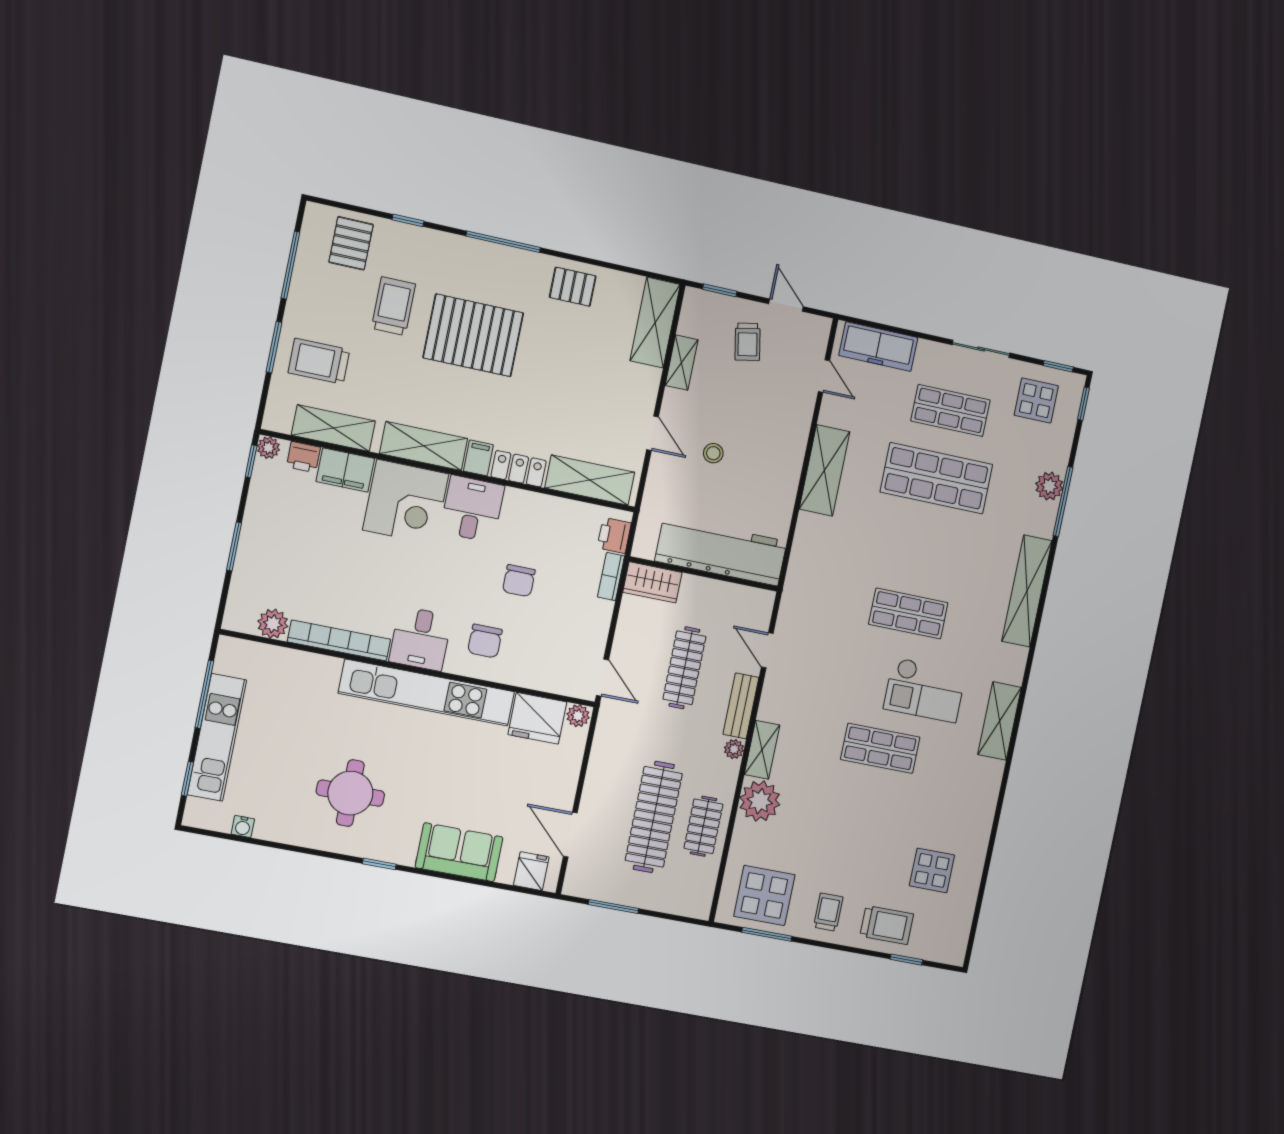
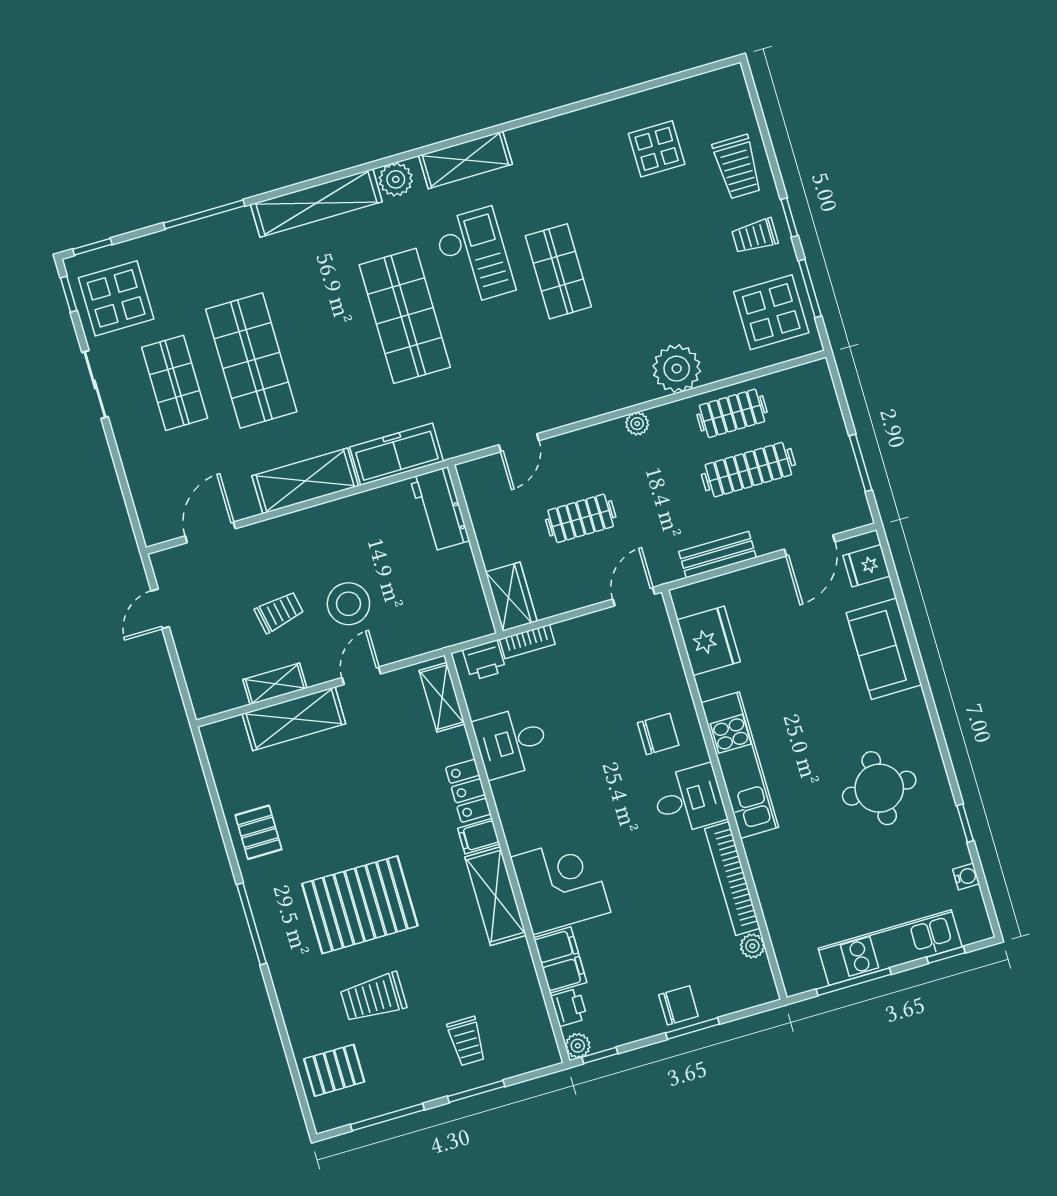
window: (408, 220) -> (282, 1027), removed
window: (720, 290) -> (182, 684), removed
shelving: (655, 323) -> (294, 719), moved
pallet: (473, 335) -> (360, 905), turned 90
trolley: (748, 342) -> (279, 612), moved
freezer: (878, 347) -> (397, 454), moved, turned -90
trolley: (319, 361) -> (467, 1041), width x0.73, depth x0.72
door: (824, 376) -> (210, 532), width x1.38
display table: (1036, 401) -> (116, 298), width x1.36, depth x1.36
shelving: (333, 428) -> (525, 993), removed
stool: (713, 453) -> (348, 604), width x1.89, depth x1.89
shelving: (590, 480) -> (442, 697), width x0.67, depth x0.75
plant: (1049, 486) -> (396, 179), moved
desk: (472, 509) -> (511, 742), moved
workbench: (721, 551) -> (440, 509), width x0.53, depth x0.76
chair: (519, 581) -> (678, 1005), moved
shop shelf: (908, 613) -> (405, 316), width x1.43, depth x1.36
plant: (273, 624) -> (752, 946), width x0.73, depth x0.73
clothes rail: (684, 668) -> (581, 518), width x0.73
kitchen unit: (427, 693) -> (740, 765), width x0.73
bench: (741, 706) -> (718, 555), moved
plant: (578, 716) -> (685, 601), removed
shelving: (762, 750) -> (623, 394), removed
clothes rail: (654, 817) -> (748, 470), width x0.73, depth x0.76
window: (379, 864) -> (965, 823), moved
trolley: (887, 925) -> (737, 167), turned 180
window: (906, 960) -> (789, 218), moved

